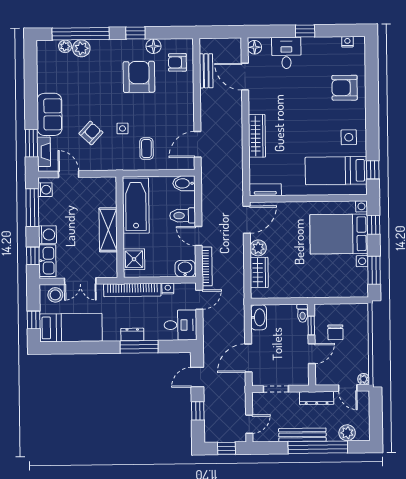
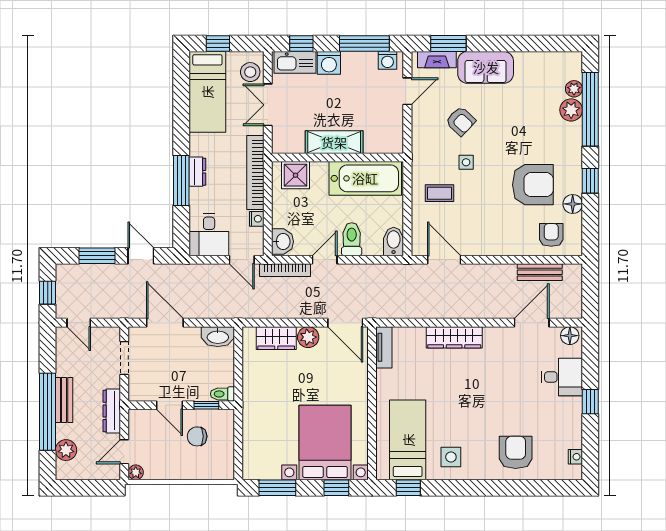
window: (198, 411) -> (97, 256), width x1.50
bench: (302, 435) -> (64, 400), width x0.73

